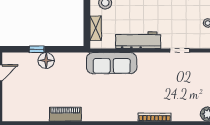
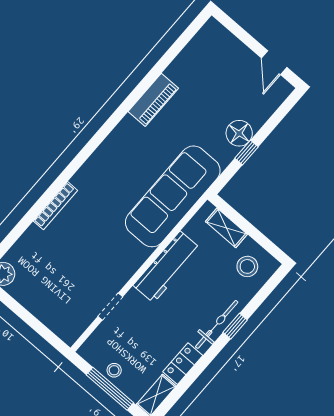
window: (37, 49) -> (247, 153), moved
sofa: (112, 63) -> (173, 196), width x1.36, depth x1.27

